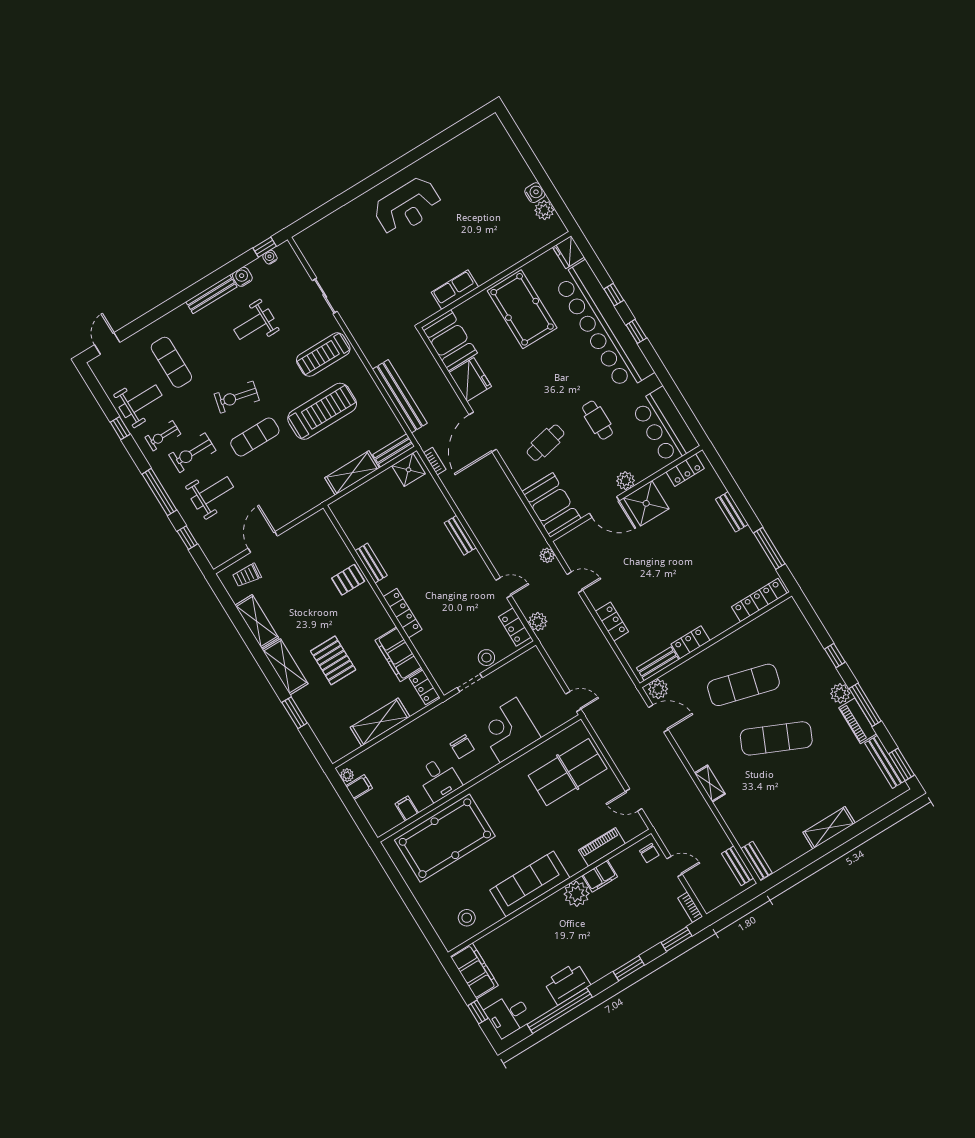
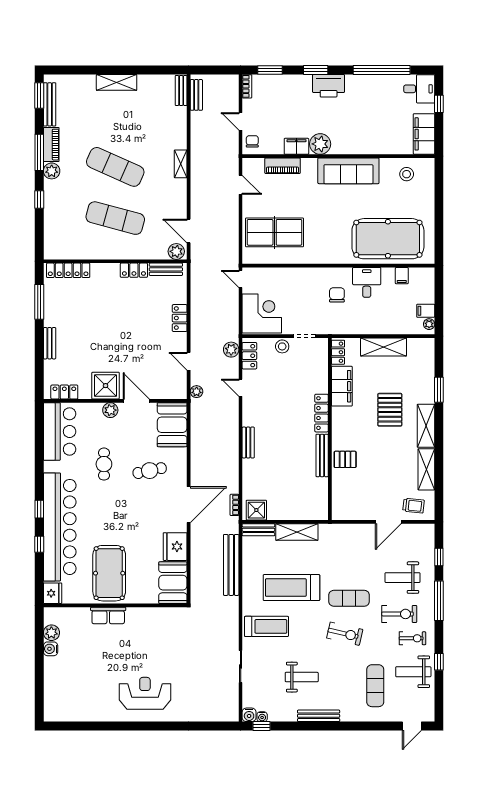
water cooler: (242, 277) -> (249, 715), moved
row of seats: (455, 290) -> (108, 615), moved
bench: (371, 563) -> (322, 455), width x1.36
corner desk: (508, 730) -> (262, 314), moved, turned -90
printer: (567, 983) -> (329, 86), moved

